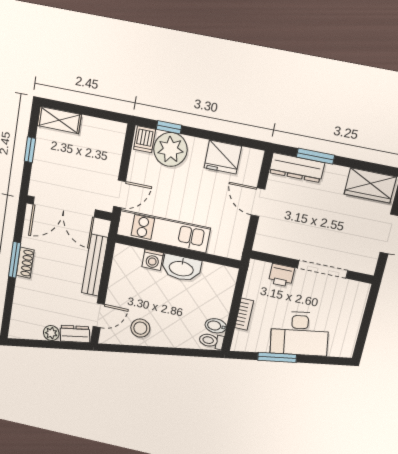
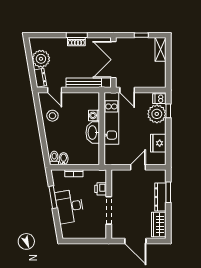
dresser: (297, 168) -> (160, 197), moved
plant: (51, 333) -> (41, 59), width x1.87, depth x1.87

